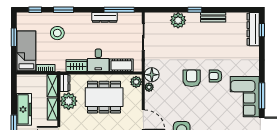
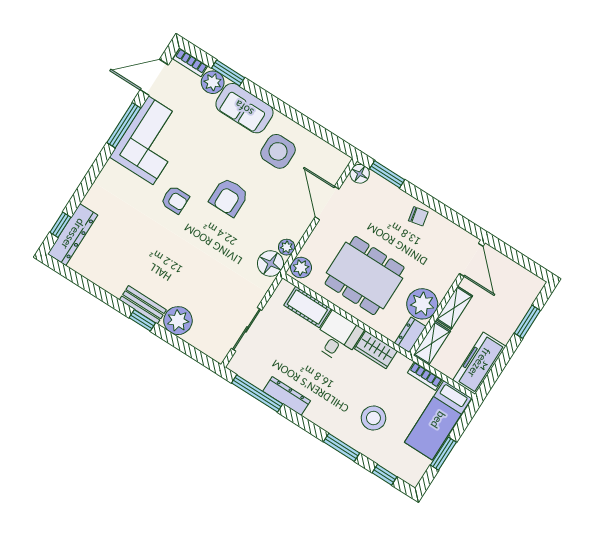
bench: (213, 17) -> (143, 305), moved
armchair: (192, 78) -> (229, 197), moved
freezer: (24, 109) -> (479, 363), moved

